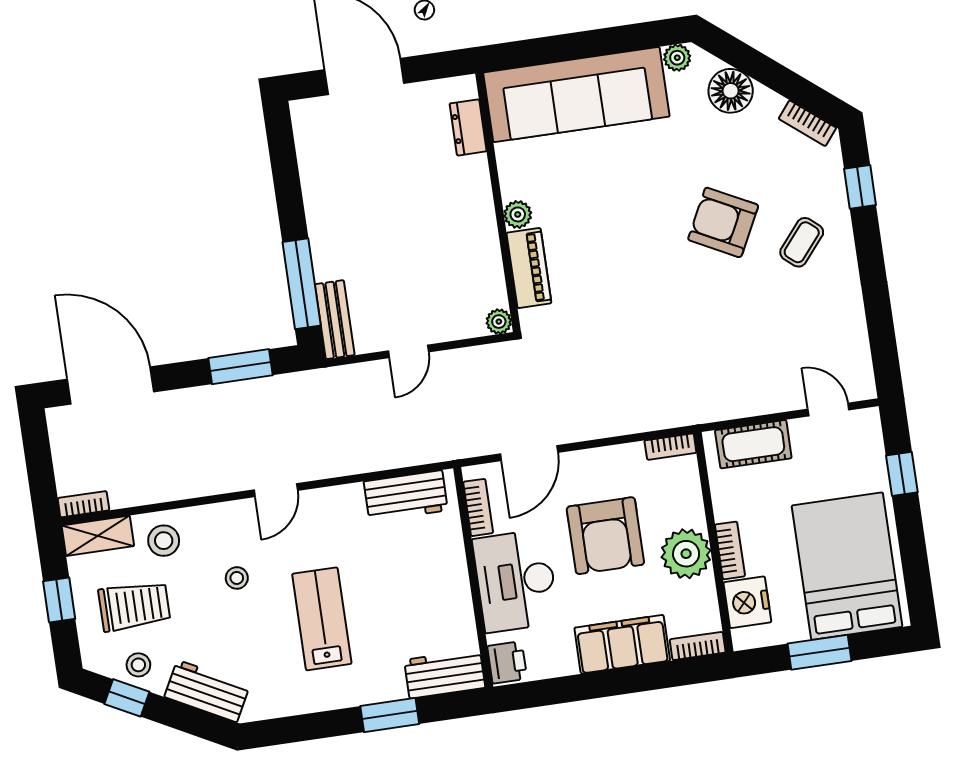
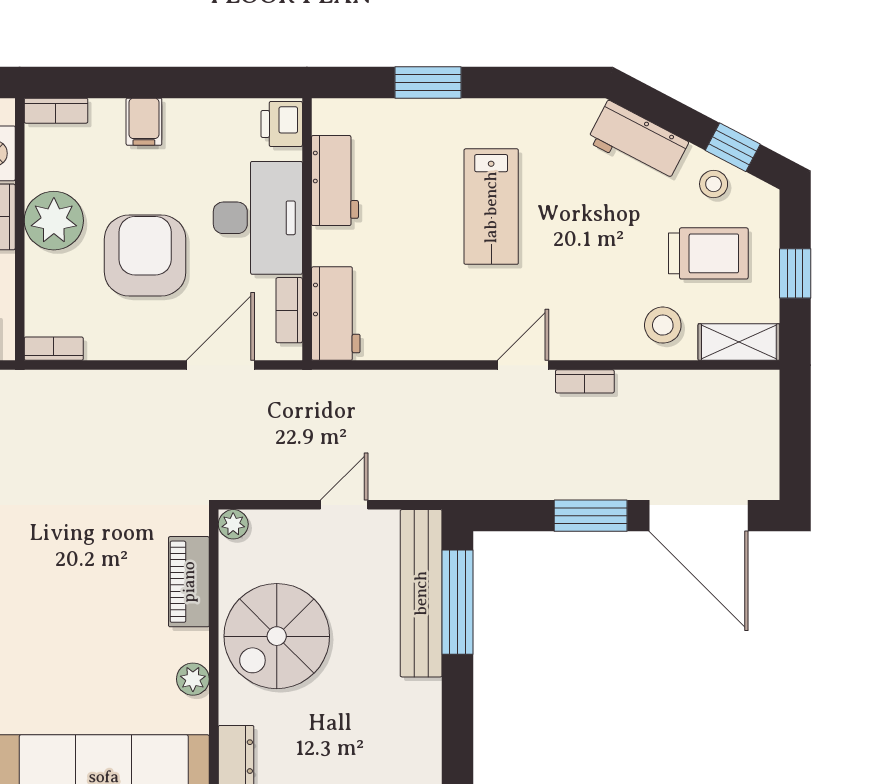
plant: (518, 214) -> (193, 679), moved
spiral stairs: (449, 233) -> (277, 636), added
bench: (335, 320) -> (421, 593), width x1.86, depth x1.21
window: (240, 367) -> (591, 516), moved
workbench: (406, 496) -> (336, 314), moved, turned 90
bookcase: (83, 504) -> (585, 381), moved
stool: (237, 578) -> (584, 269), removed
trolley: (134, 606) -> (708, 253), turned 180
filing cabinet: (622, 644) -> (144, 122), width x0.33, depth x0.86
workbench: (445, 674) -> (335, 181), moved, turned -90

